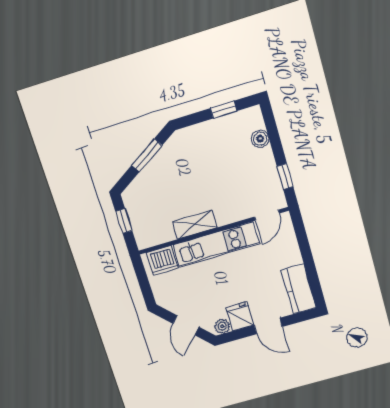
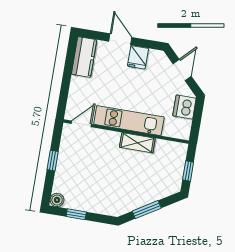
boiler: (260, 139) -> (57, 200), moved
window: (285, 177) -> (53, 161), moved
dishwasher: (162, 261) -> (184, 107), moved, turned -90
plant: (222, 326) -> (155, 56), removed

